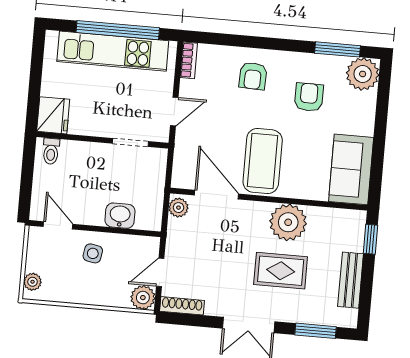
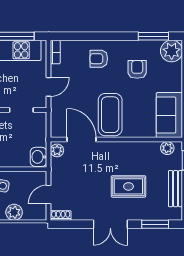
armchair: (253, 76) -> (99, 59), turned 88
washbasin: (120, 216) -> (39, 157), moved, turned -90
plant: (288, 222) -> (167, 148), moved, width x0.53, depth x0.53
plant: (143, 298) -> (14, 212), moved
shoe rack: (182, 306) -> (61, 215), width x0.70

